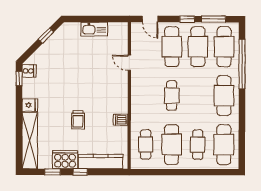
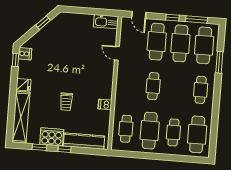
kitchen sink: (94, 29) -> (106, 22), moved
window: (242, 64) -> (219, 62), width x0.47
cafe table: (224, 96) -> (201, 90), width x0.73, depth x0.74

